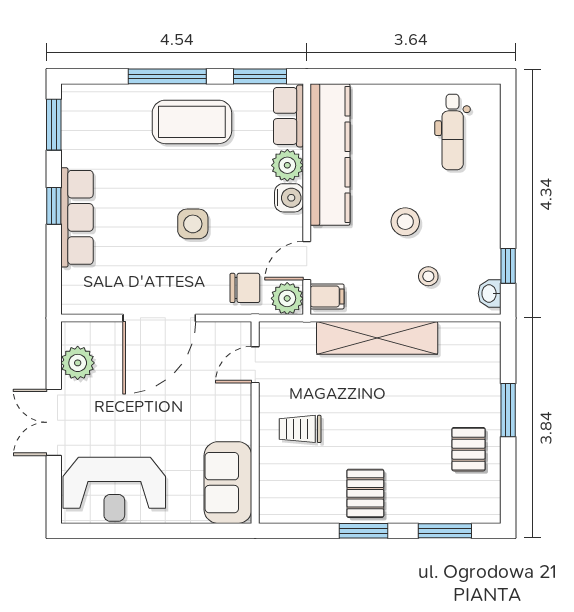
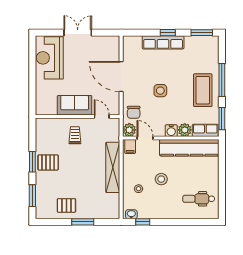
plant: (78, 363) -> (102, 43), removed
sofa: (228, 483) -> (75, 105), moved

